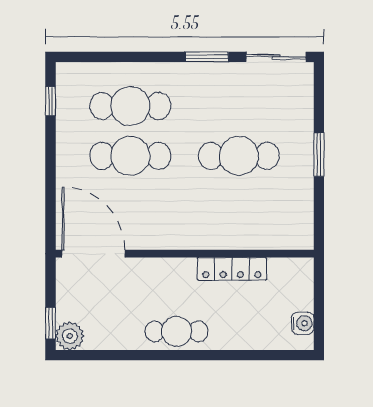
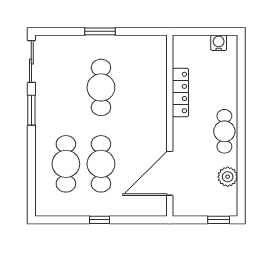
window: (50, 101) -> (100, 220), moved
door: (93, 254) -> (170, 173), moved
plant: (70, 336) -> (228, 177), moved

